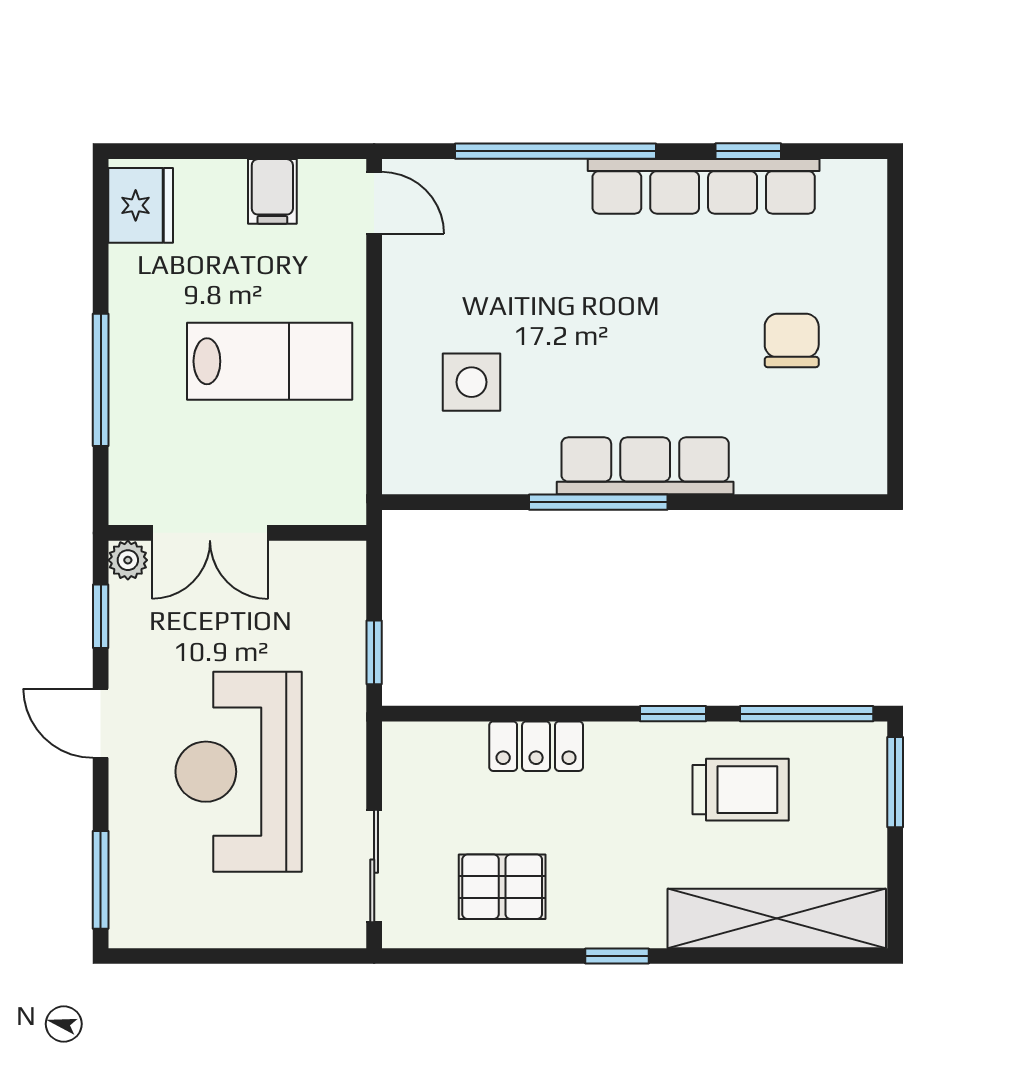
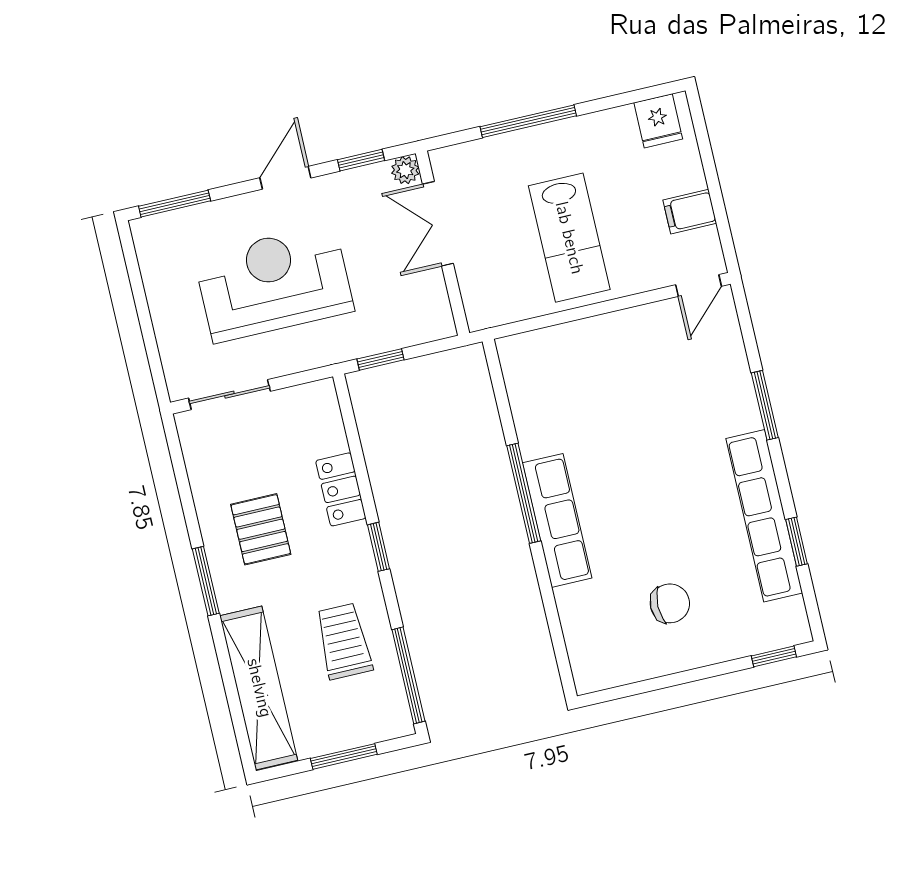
window: (555, 151) -> (765, 405), width x0.47
fridge: (141, 205) -> (658, 121), width x0.72
window: (895, 217) -> (774, 656), added
side table: (471, 382) -> (588, 384), removed
window: (673, 714) -> (379, 547), moved
window: (895, 782) -> (344, 756), moved
trolley: (741, 790) -> (344, 641), turned 180
pallet: (502, 887) -> (261, 529), moved
window: (617, 956) -> (206, 581), width x1.50

